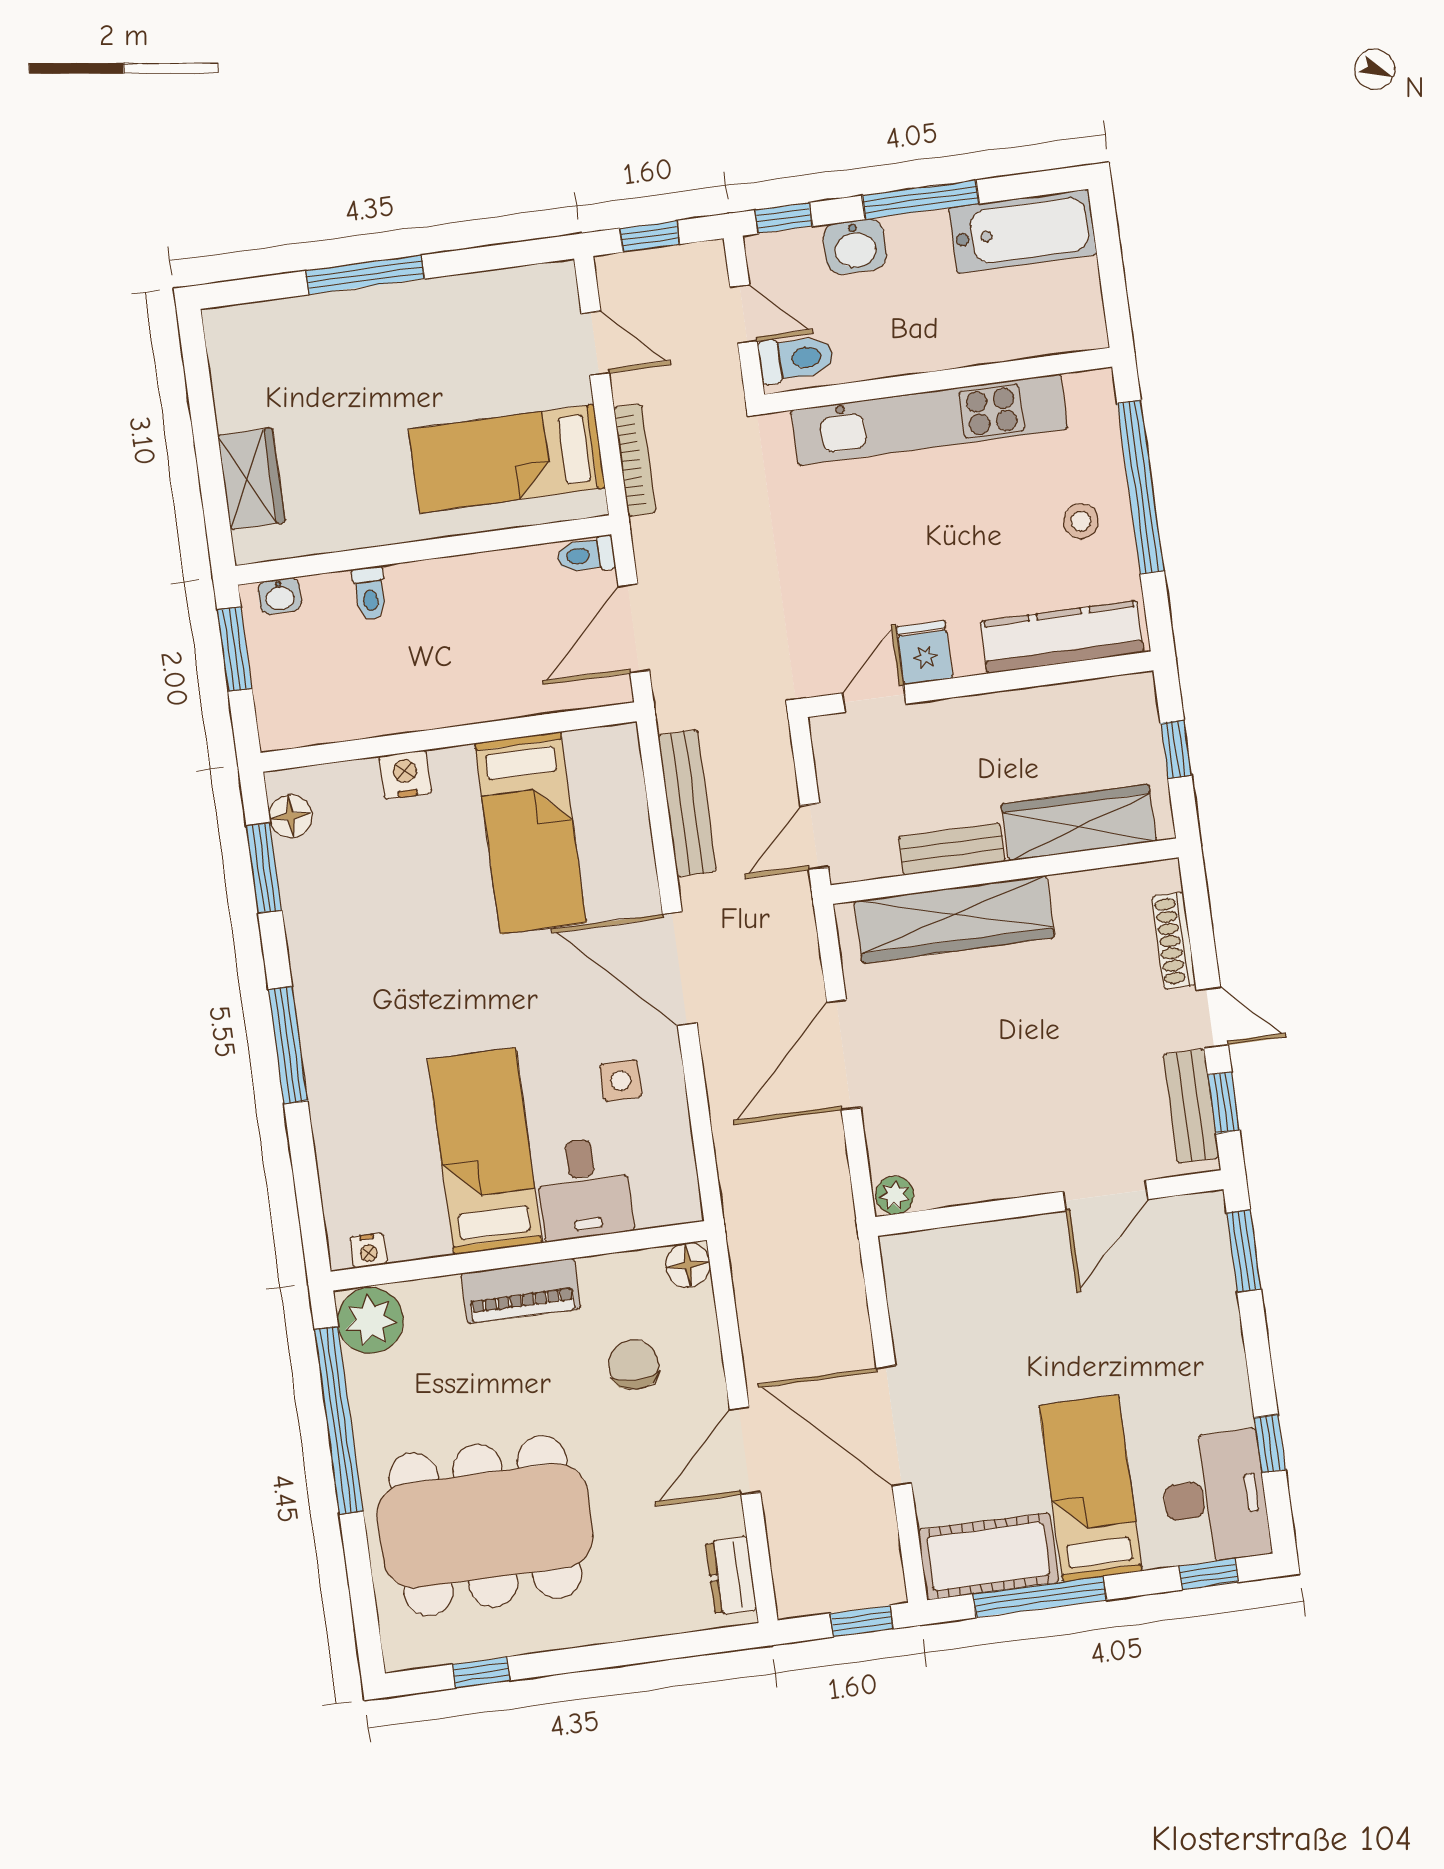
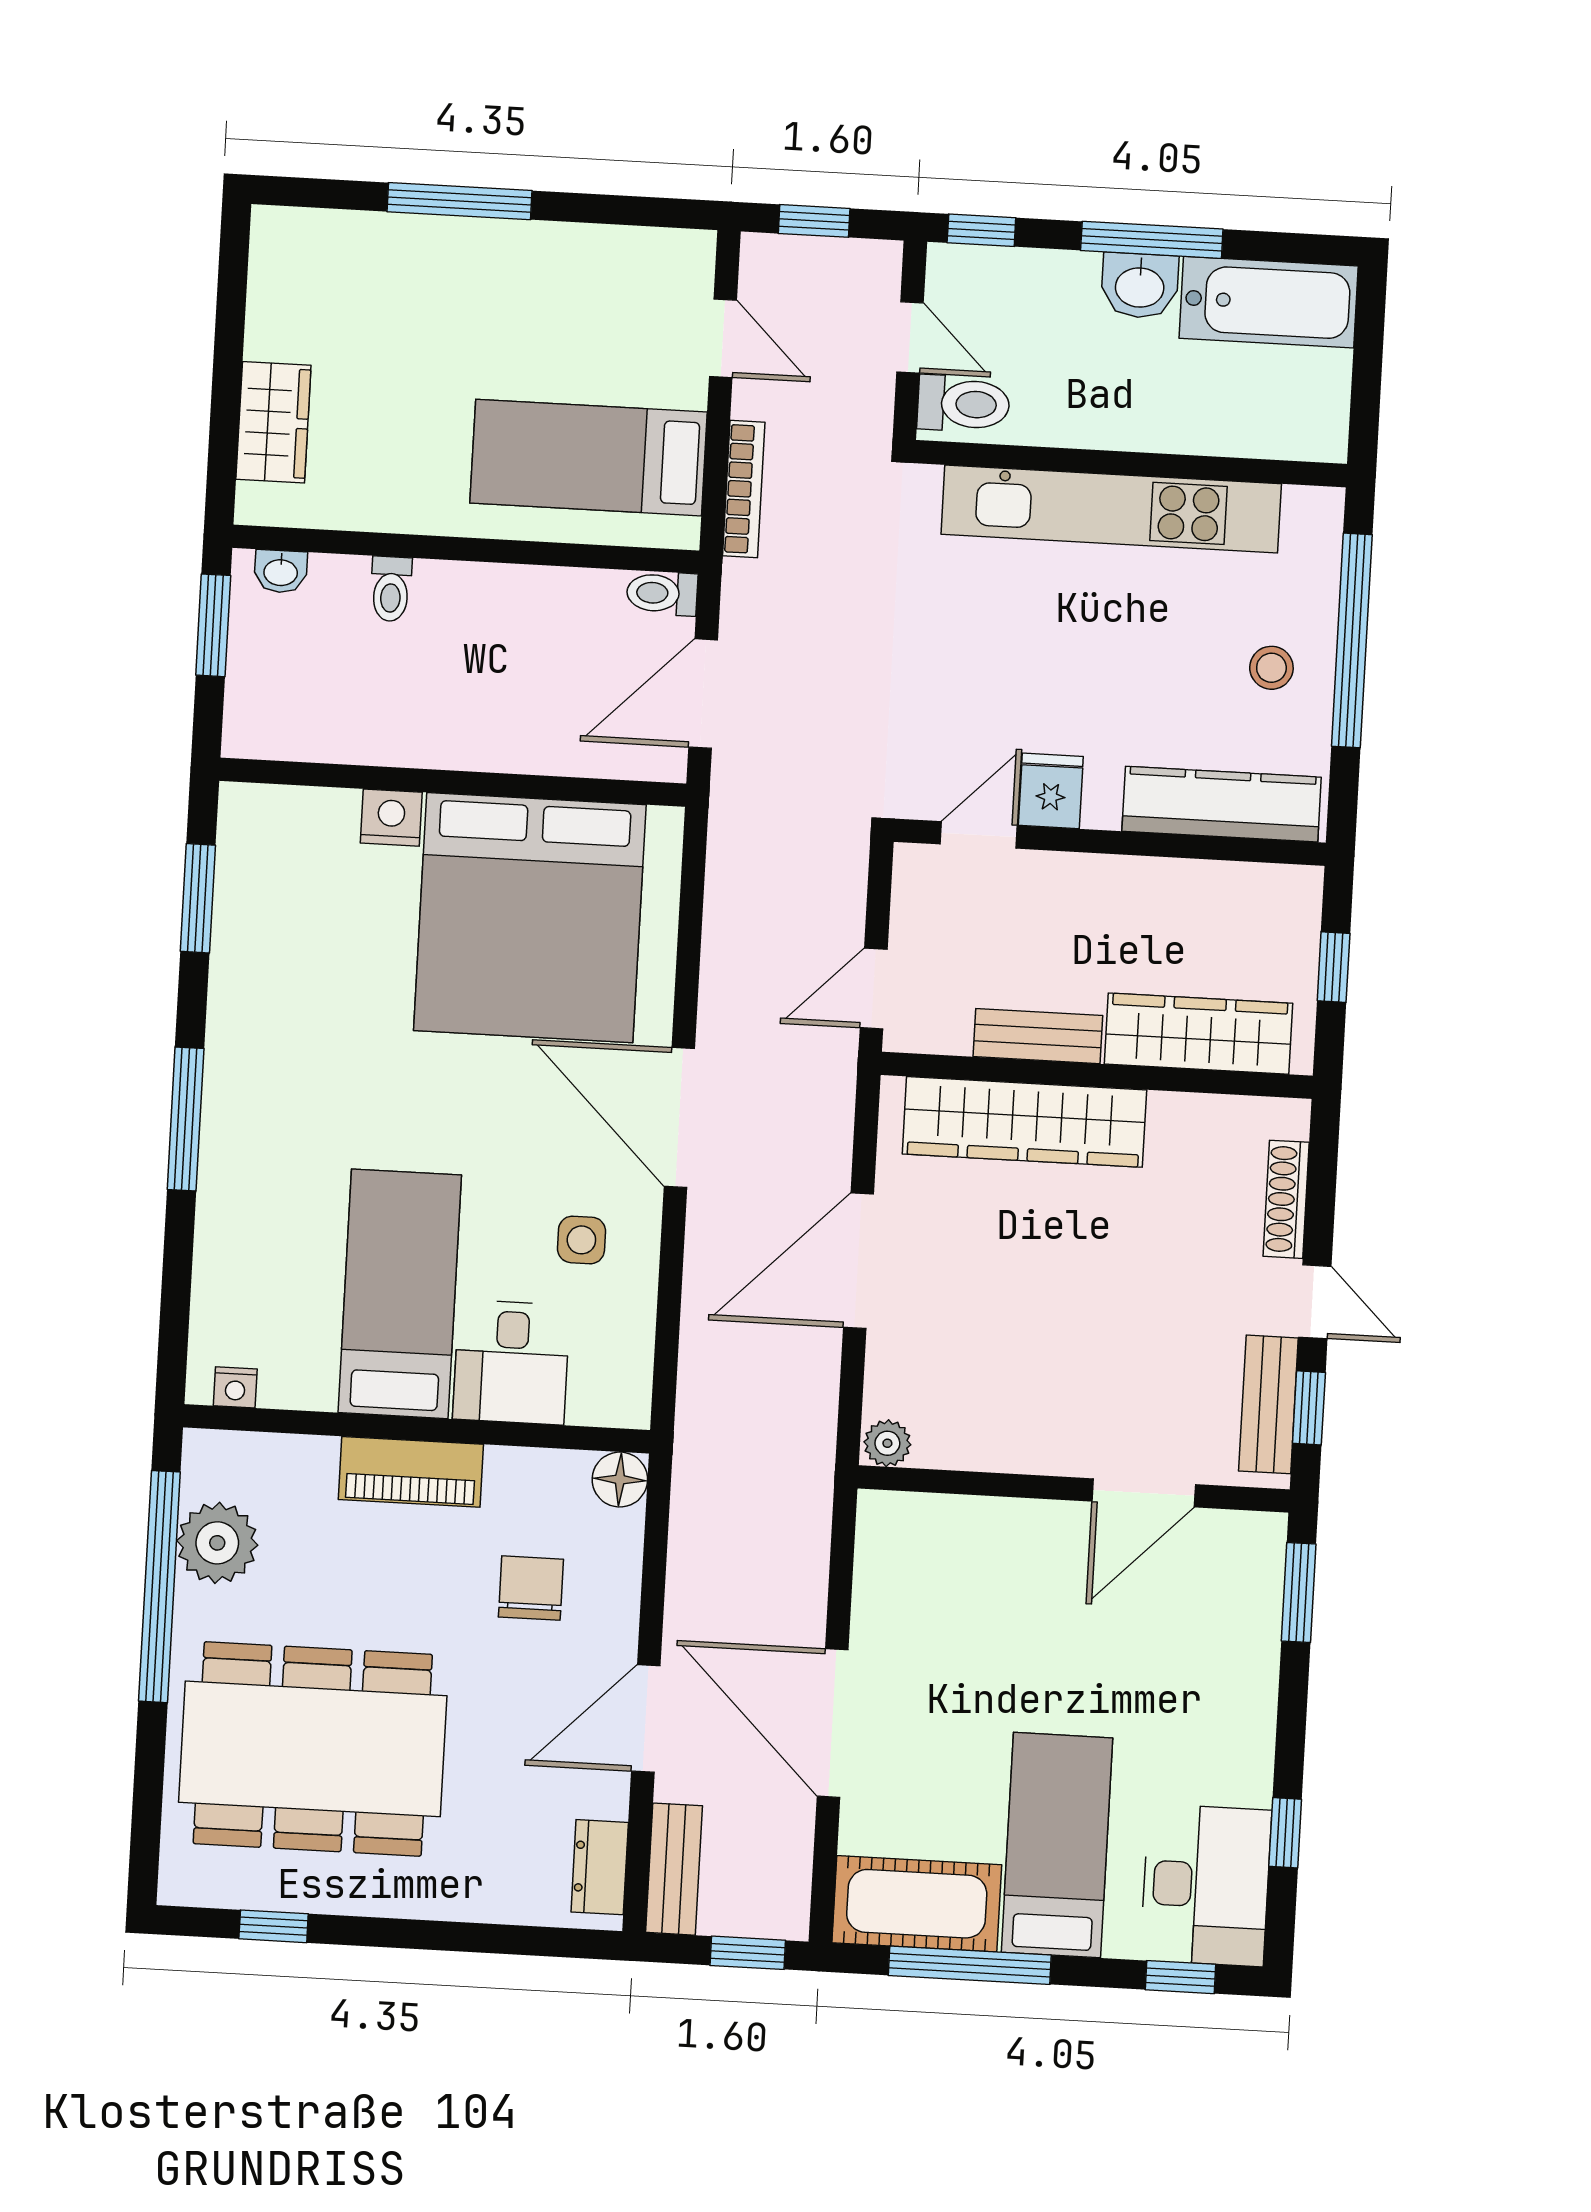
washbasin: (855, 246) -> (1140, 286), moved
bench: (687, 803) -> (674, 1869), moved, width x0.73
floor lamp: (291, 816) -> (242, 841), removed
bed: (530, 833) -> (530, 918), width x2.04
plant: (370, 1320) -> (217, 1543), moved

